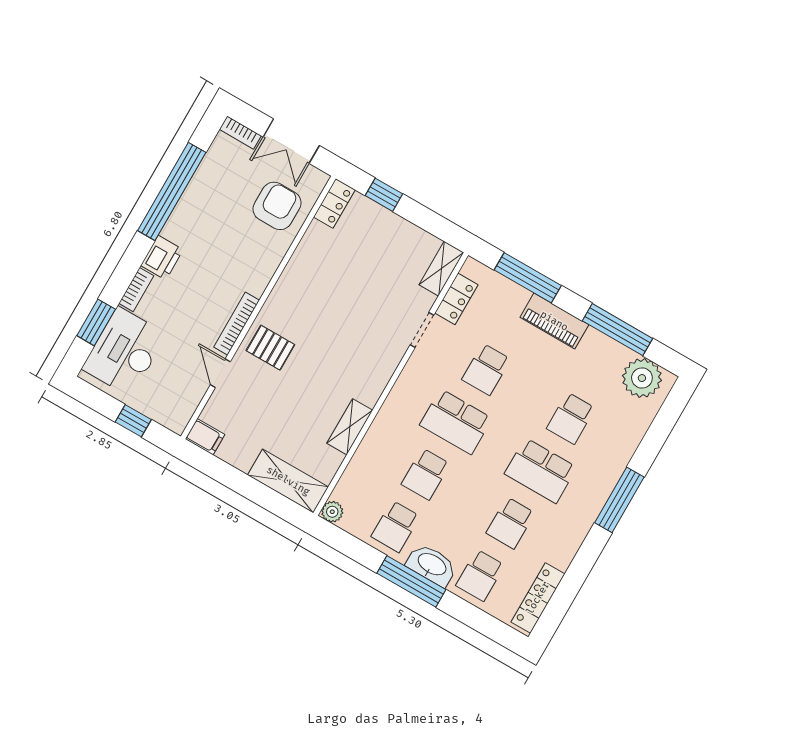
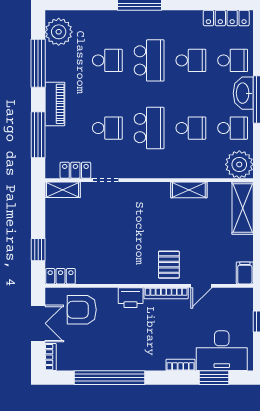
printer: (162, 258) -> (131, 298), moved, turned 180
plant: (332, 512) -> (239, 164), width x1.88, depth x1.88

